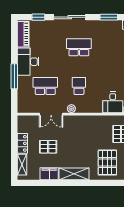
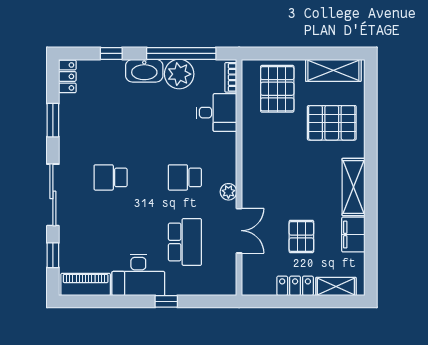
school desk: (79, 47) -> (111, 177), width x0.54
window: (14, 76) -> (166, 301), width x0.46
school desk: (45, 86) -> (185, 242), turned 180

